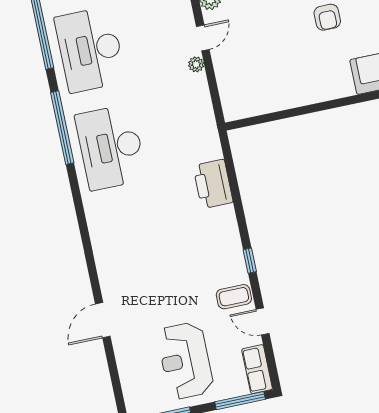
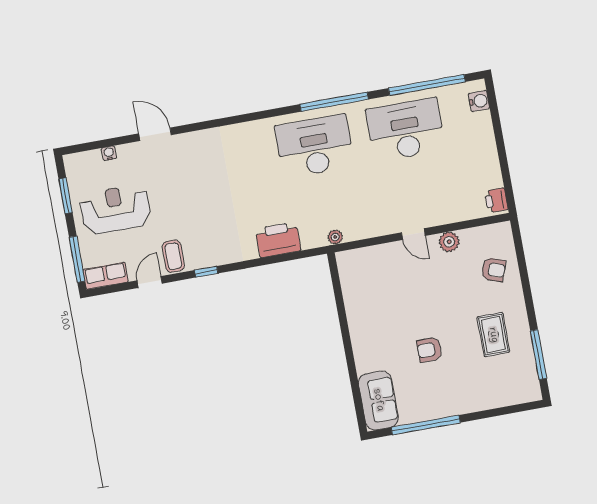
plant: (196, 64) -> (335, 237), moved
water cooler: (125, 369) -> (109, 153), added

